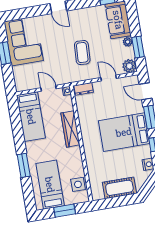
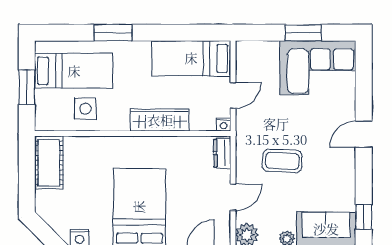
side table: (78, 184) -> (85, 109), moved
cot: (119, 188) -> (49, 163), moved

